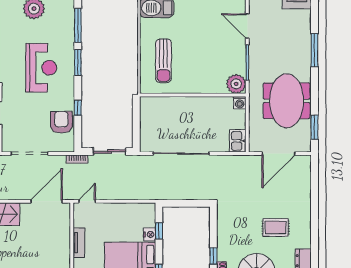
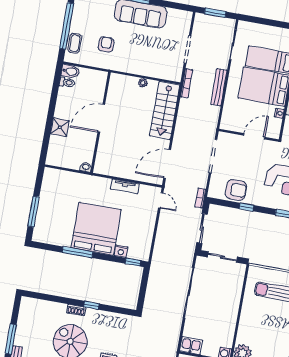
sliding door: (136, 124) -> (222, 257), added
door: (46, 201) -> (167, 164), swing flipped
window: (159, 231) -> (133, 262), moved

